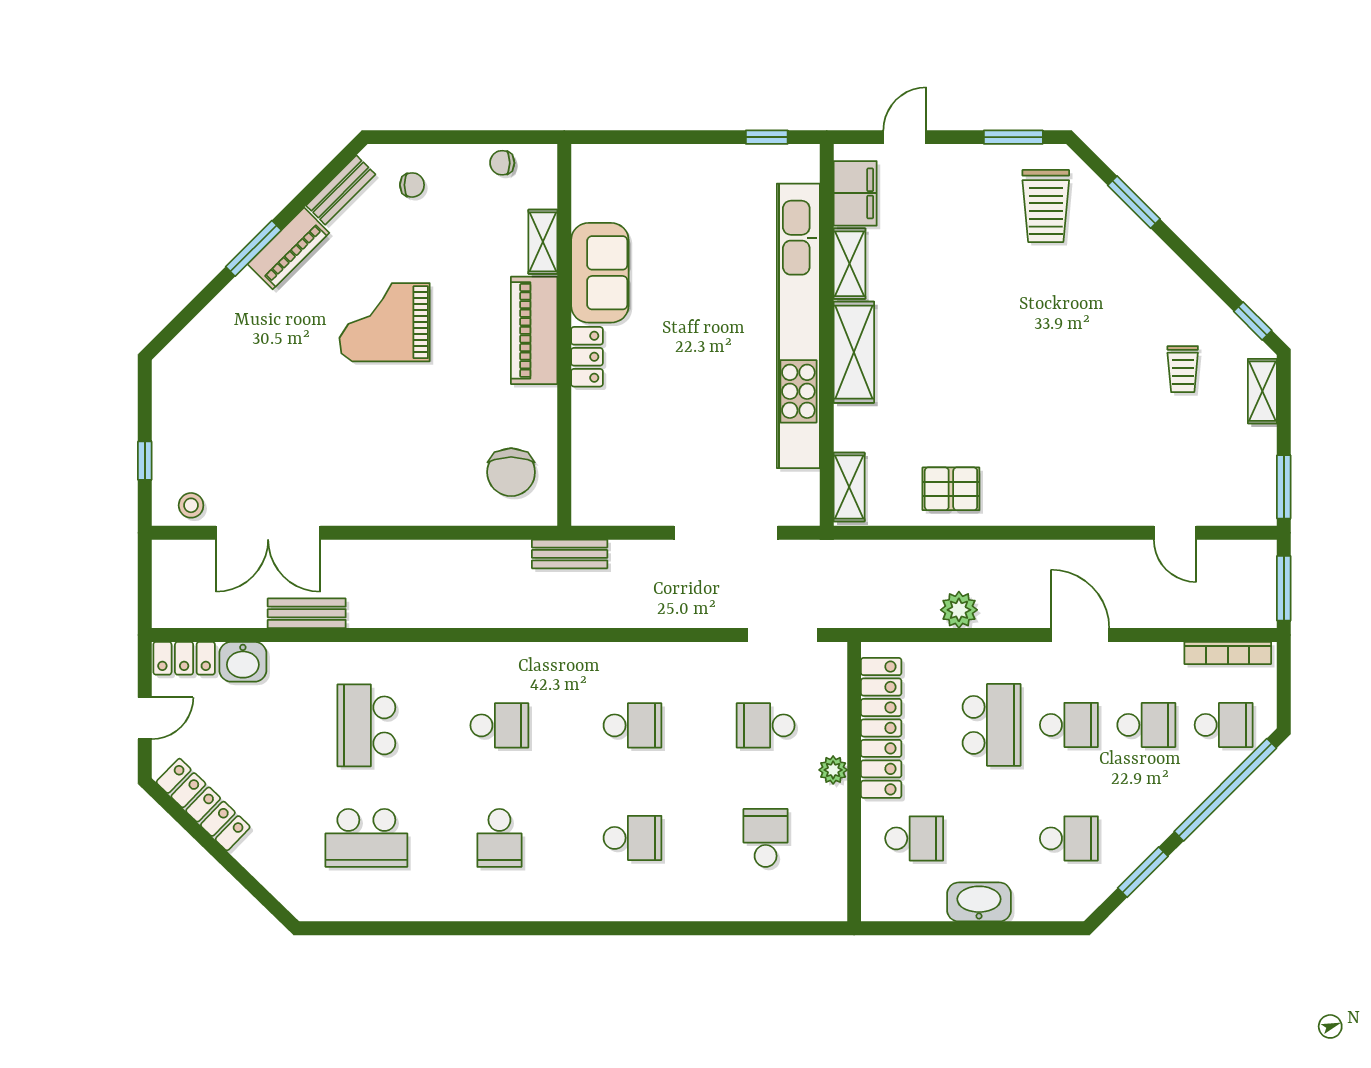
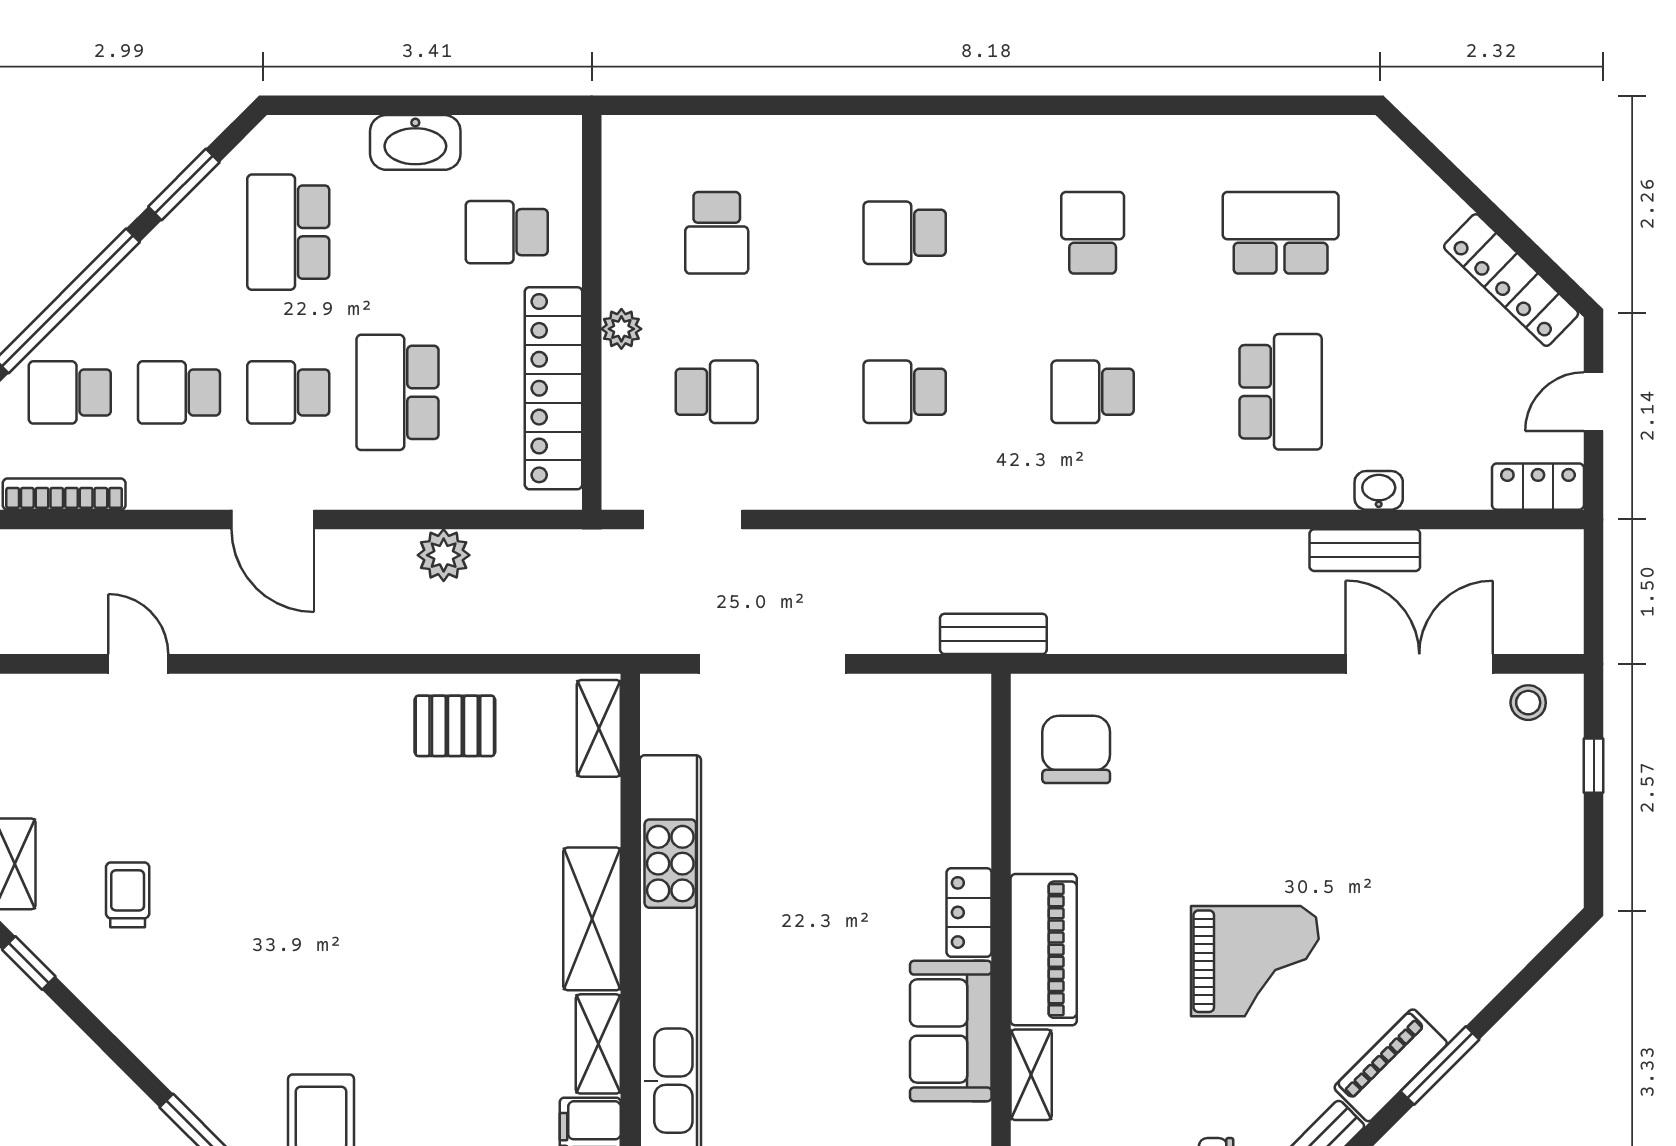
washbasin: (243, 662) -> (1379, 490), moved, width x0.72, depth x0.69
school desk: (1069, 838) -> (288, 232), width x1.85

